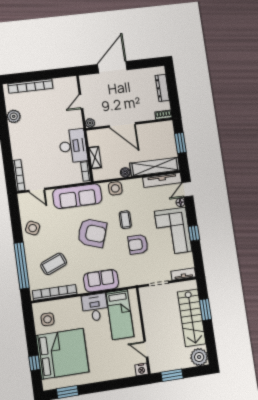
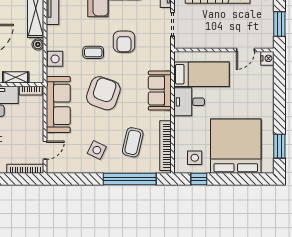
side table: (33, 228) -> (97, 150), moved
coffee table: (54, 264) -> (133, 142), turned 35
window: (34, 363) -> (199, 179), moved

